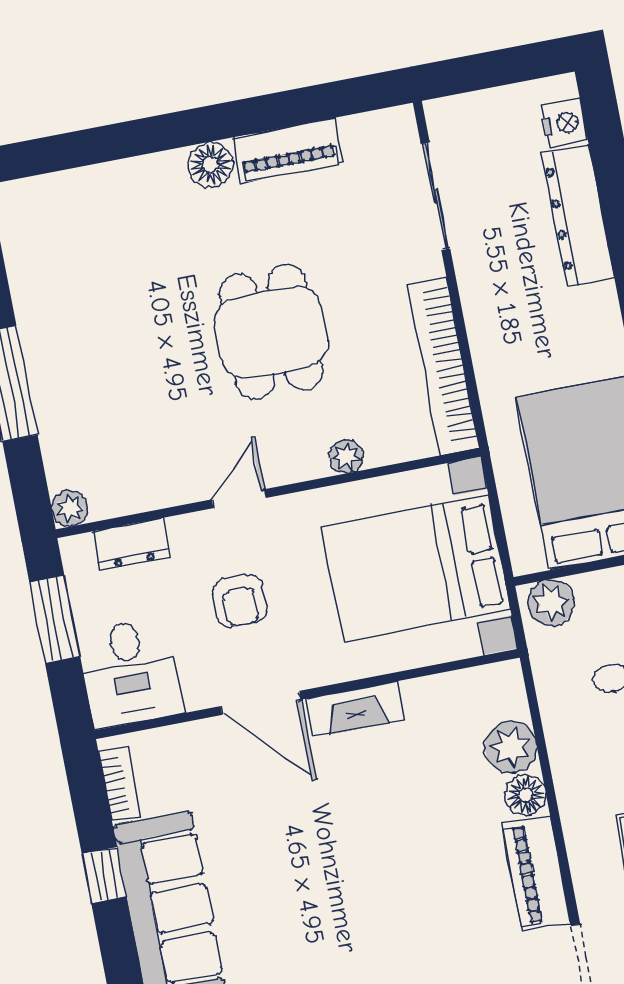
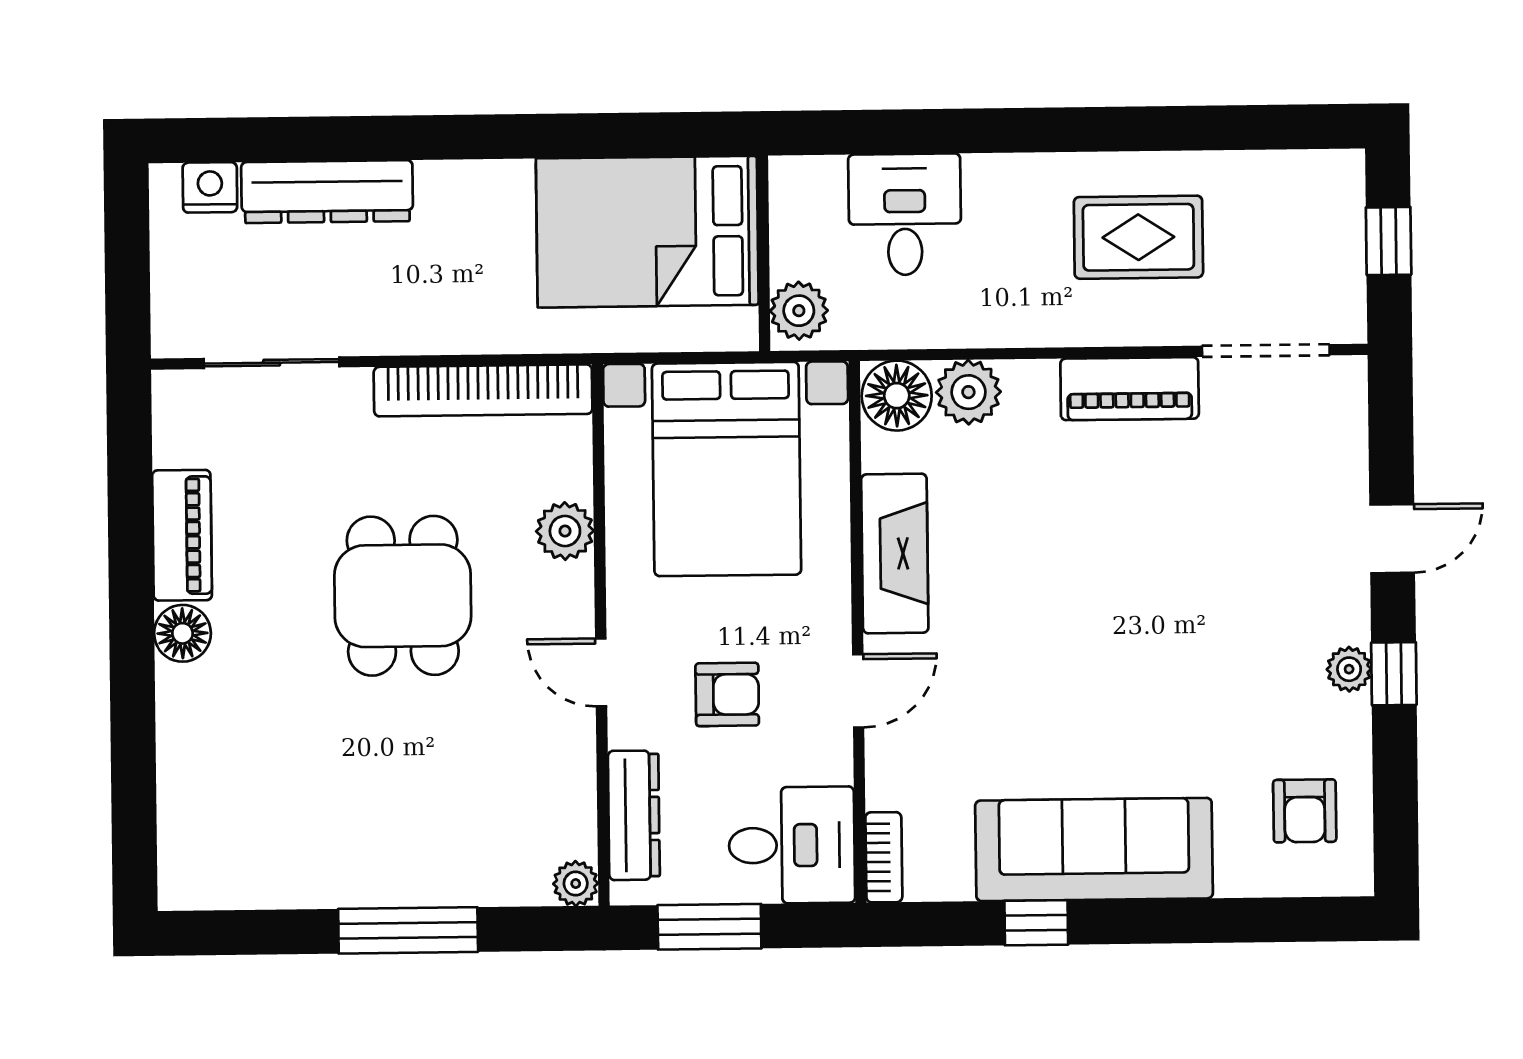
dining table: (271, 332) -> (403, 596), turned 90
plant: (346, 456) -> (565, 531), width x1.38, depth x1.38
dresser: (132, 544) -> (634, 815), width x1.44
door: (261, 703) -> (858, 691), width x0.73
fireplace: (356, 709) -> (895, 554), width x1.37, depth x1.32
bookcase: (119, 784) -> (884, 857), moved, turned 90
floor lamp: (526, 795) -> (897, 396), moved, width x1.38, depth x1.38

